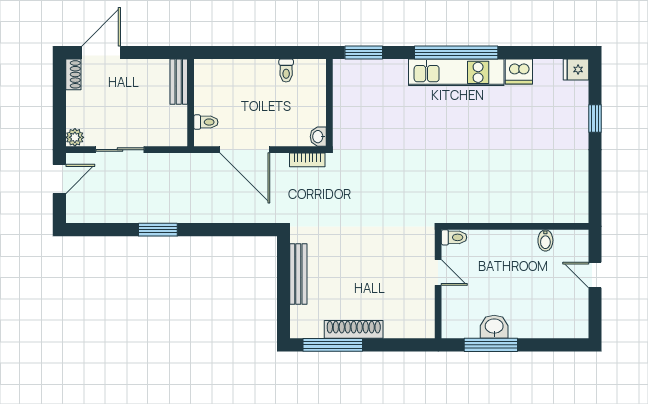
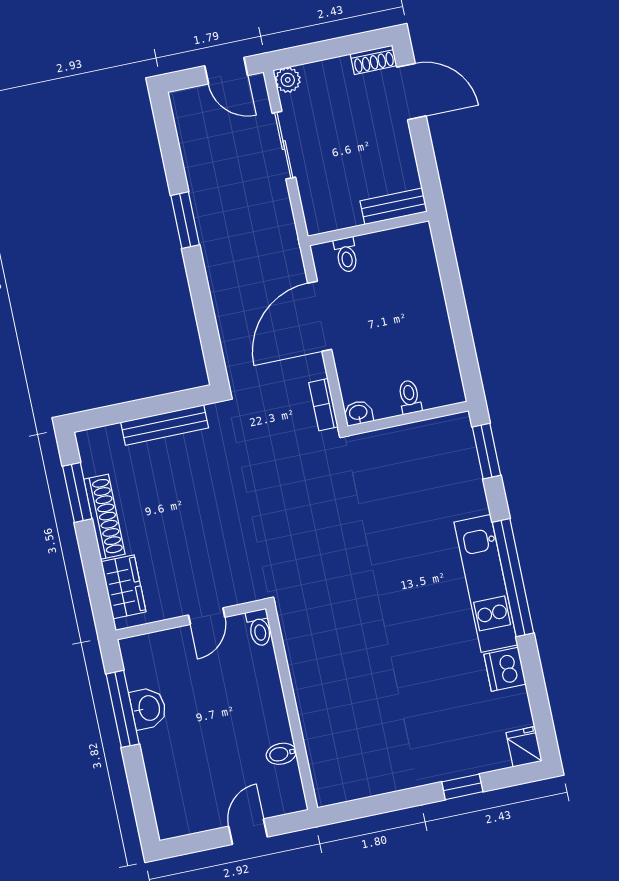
toilet: (286, 71) -> (410, 397), moved, turned 90
wardrobe: (406, 326) -> (124, 587), added
window: (333, 345) -> (77, 492), width x0.69

